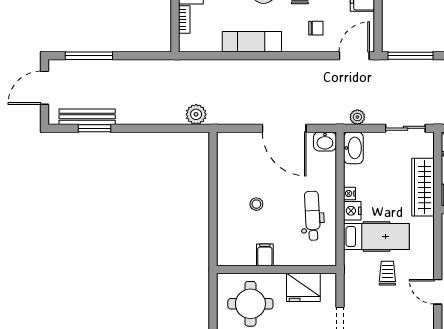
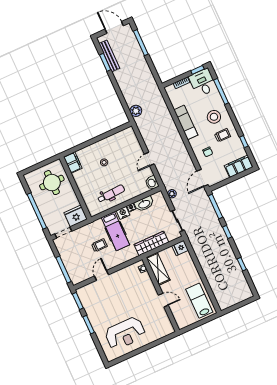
door: (354, 56) -> (202, 178), swing flipped
door: (284, 128) -> (149, 159), width x0.53
washbasin: (353, 148) -> (144, 204), moved
filing cabinet: (265, 255) -> (73, 162), moved, width x2.00
fridge: (303, 287) -> (76, 216), moved, turned 90

